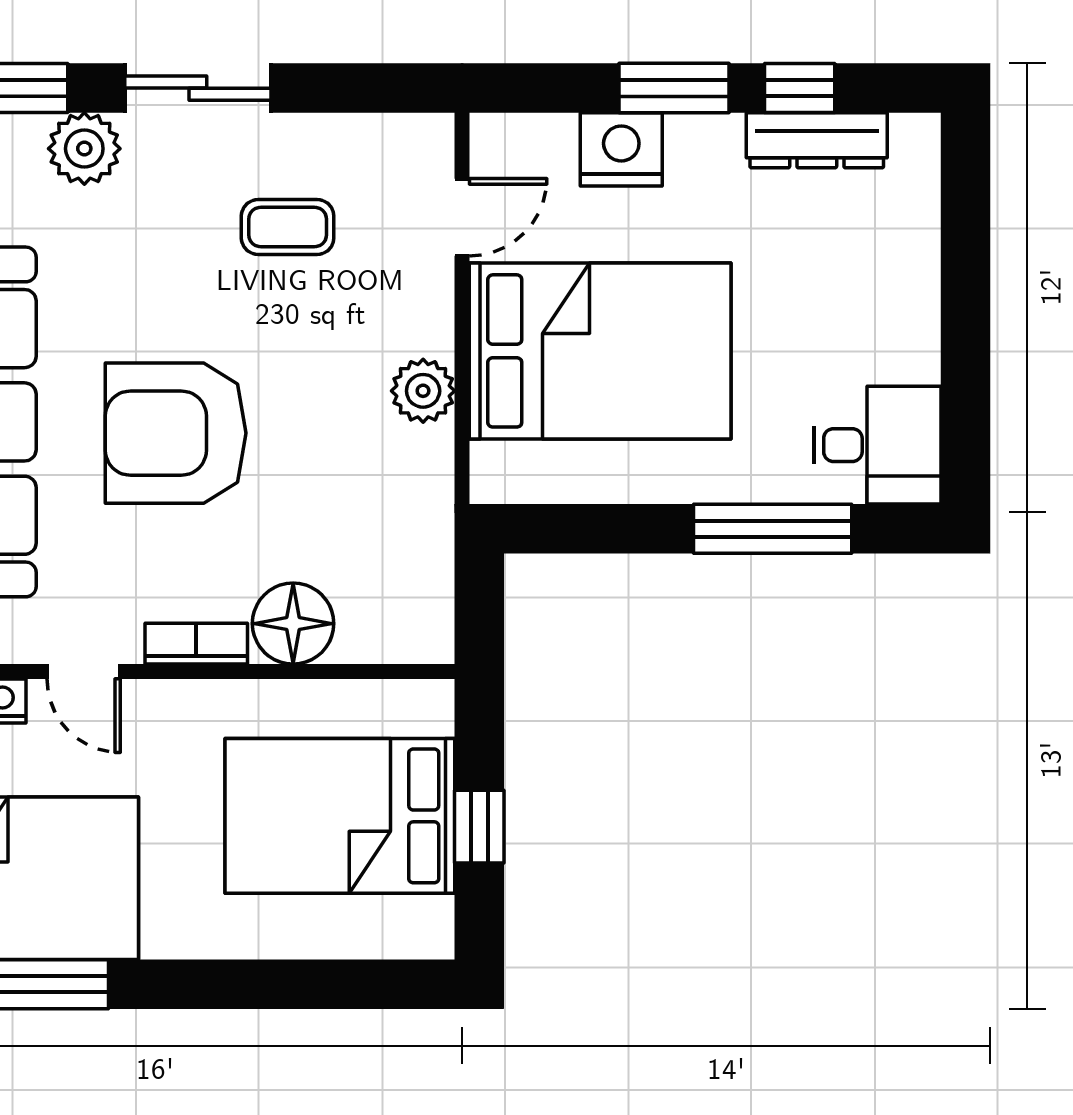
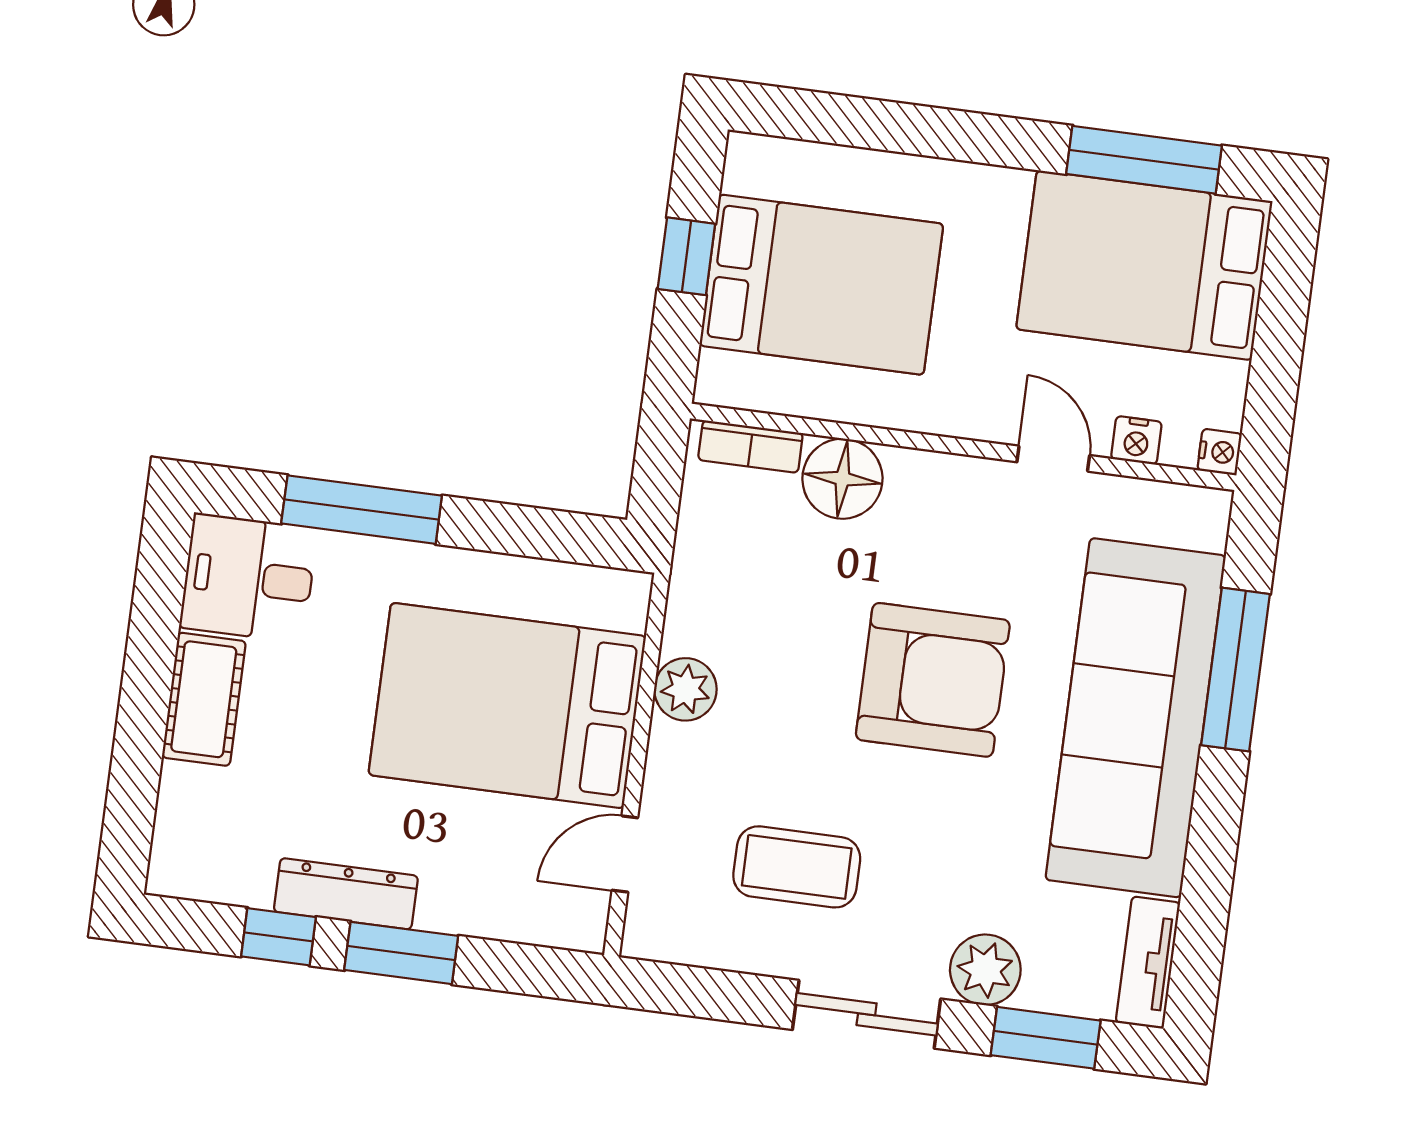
dresser: (817, 140) -> (346, 894), moved
nightstand: (621, 149) -> (461, 900), removed
coffee table: (288, 227) -> (797, 867), width x1.36, depth x1.30
cot: (906, 317) -> (204, 699), added
bookcase: (196, 644) -> (750, 447), moved

